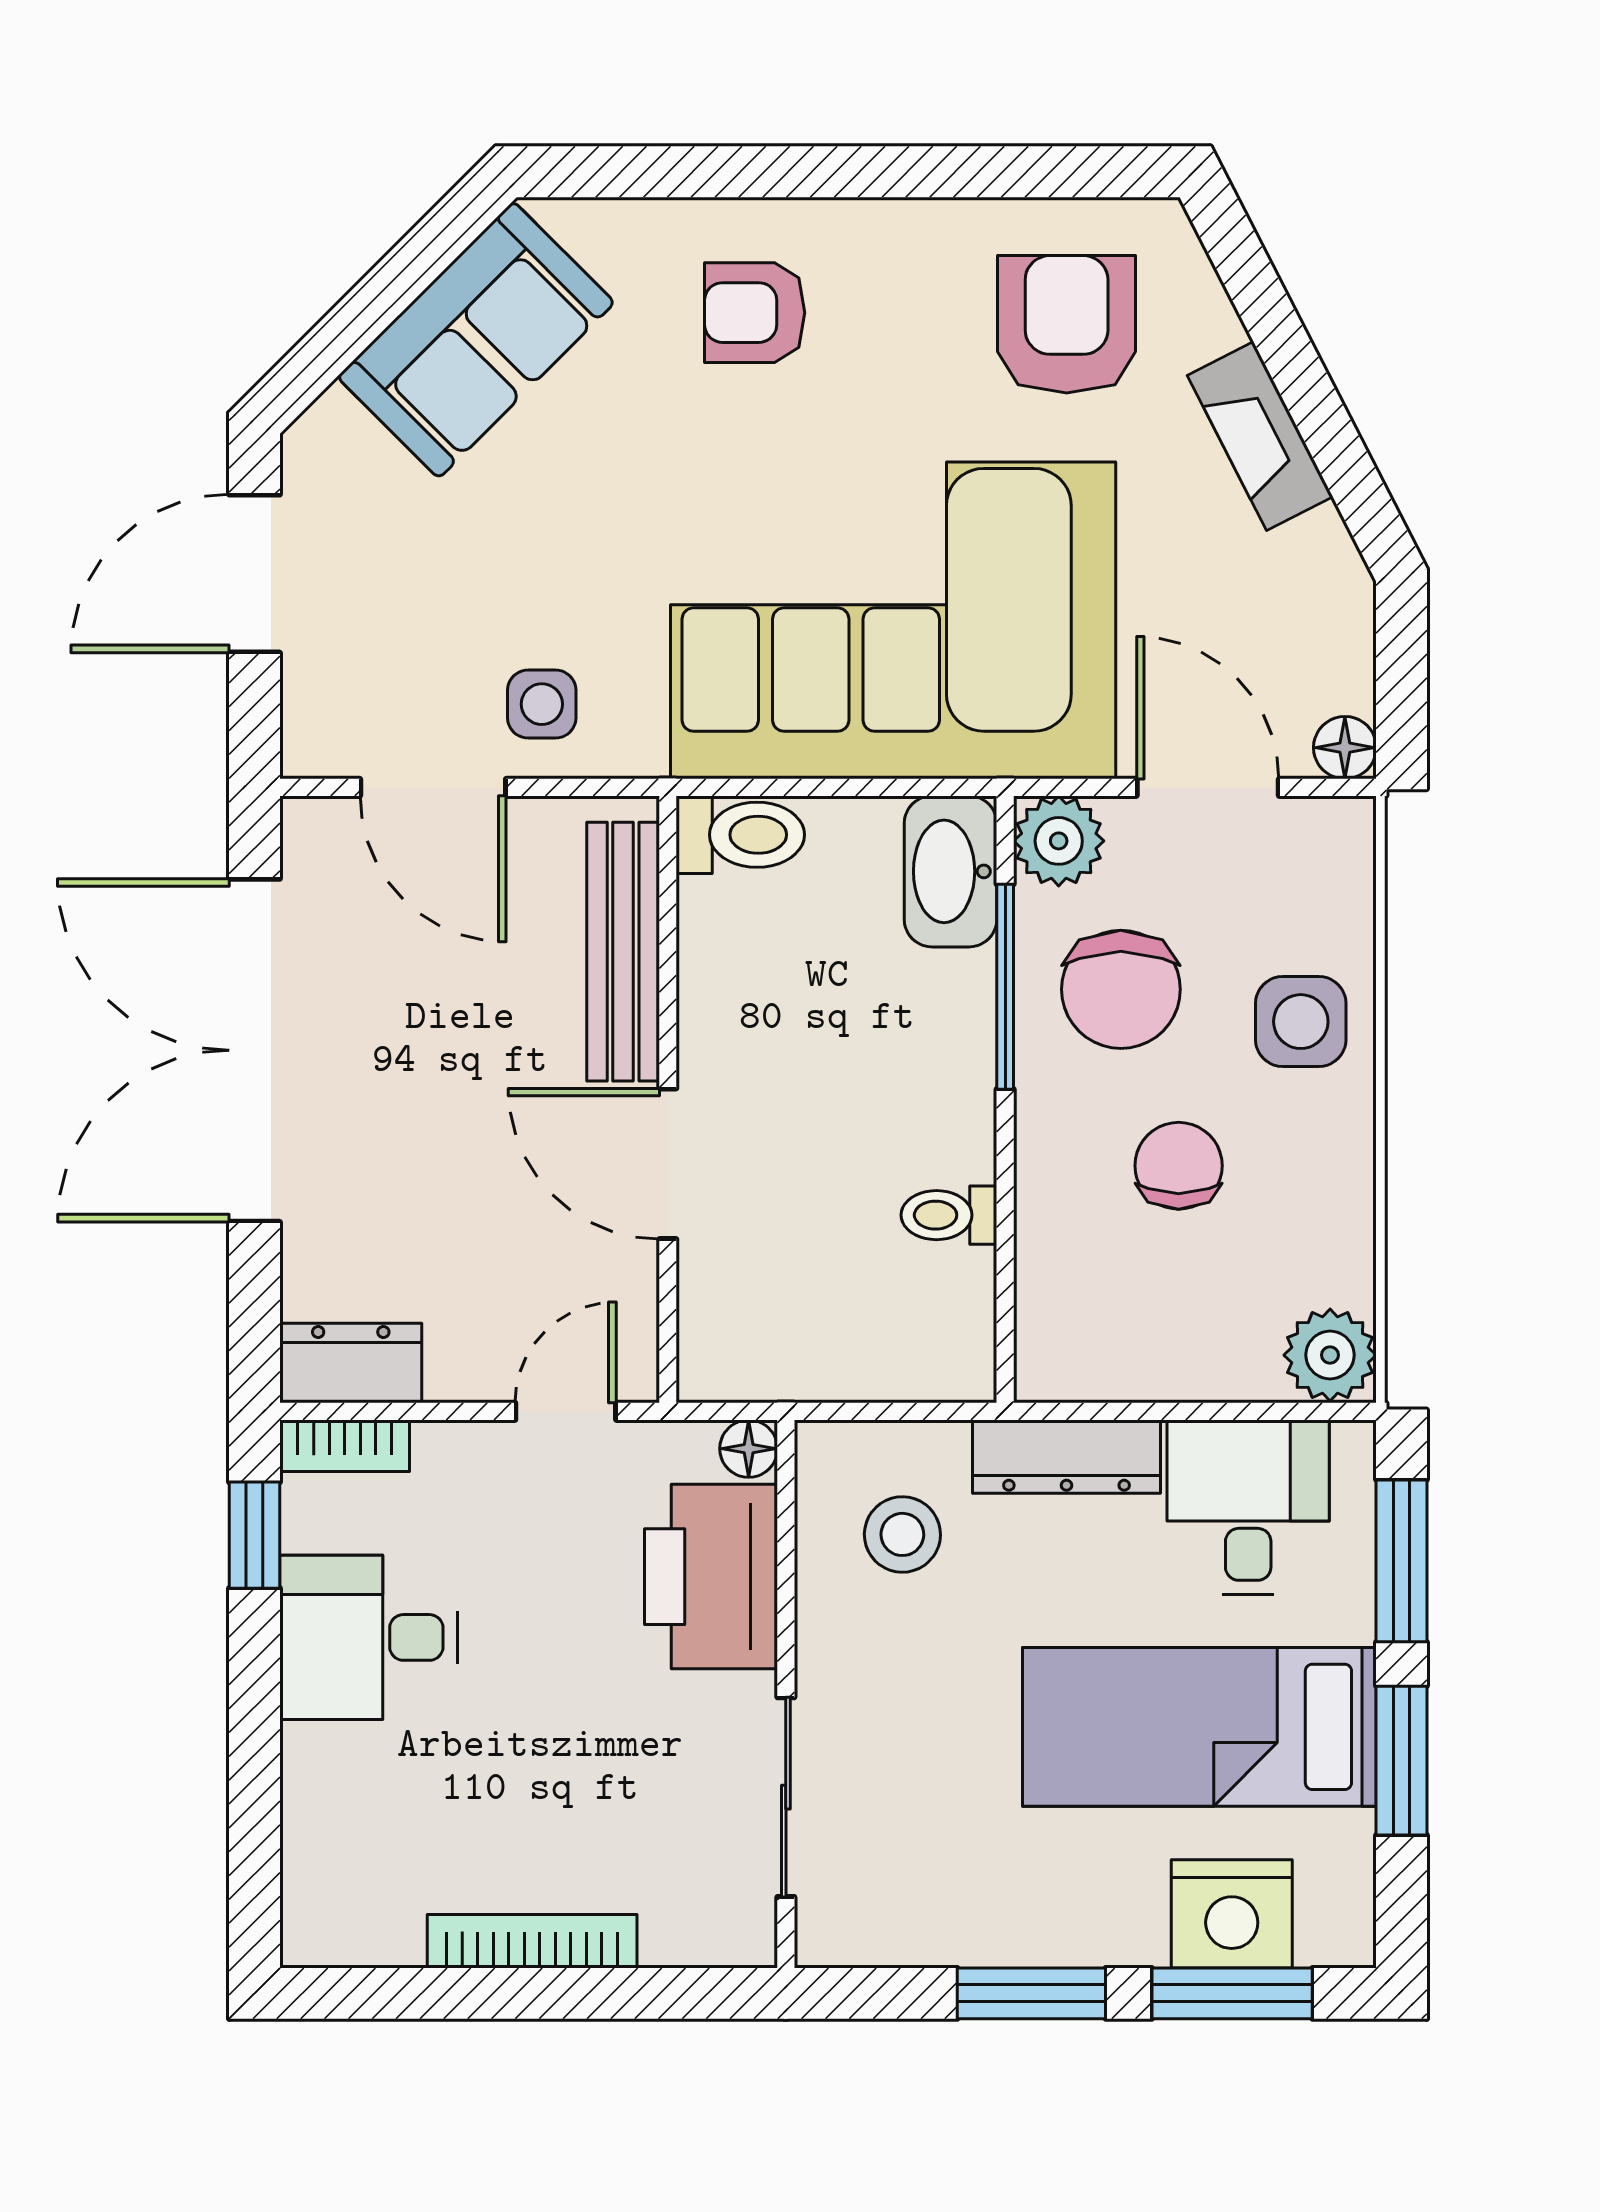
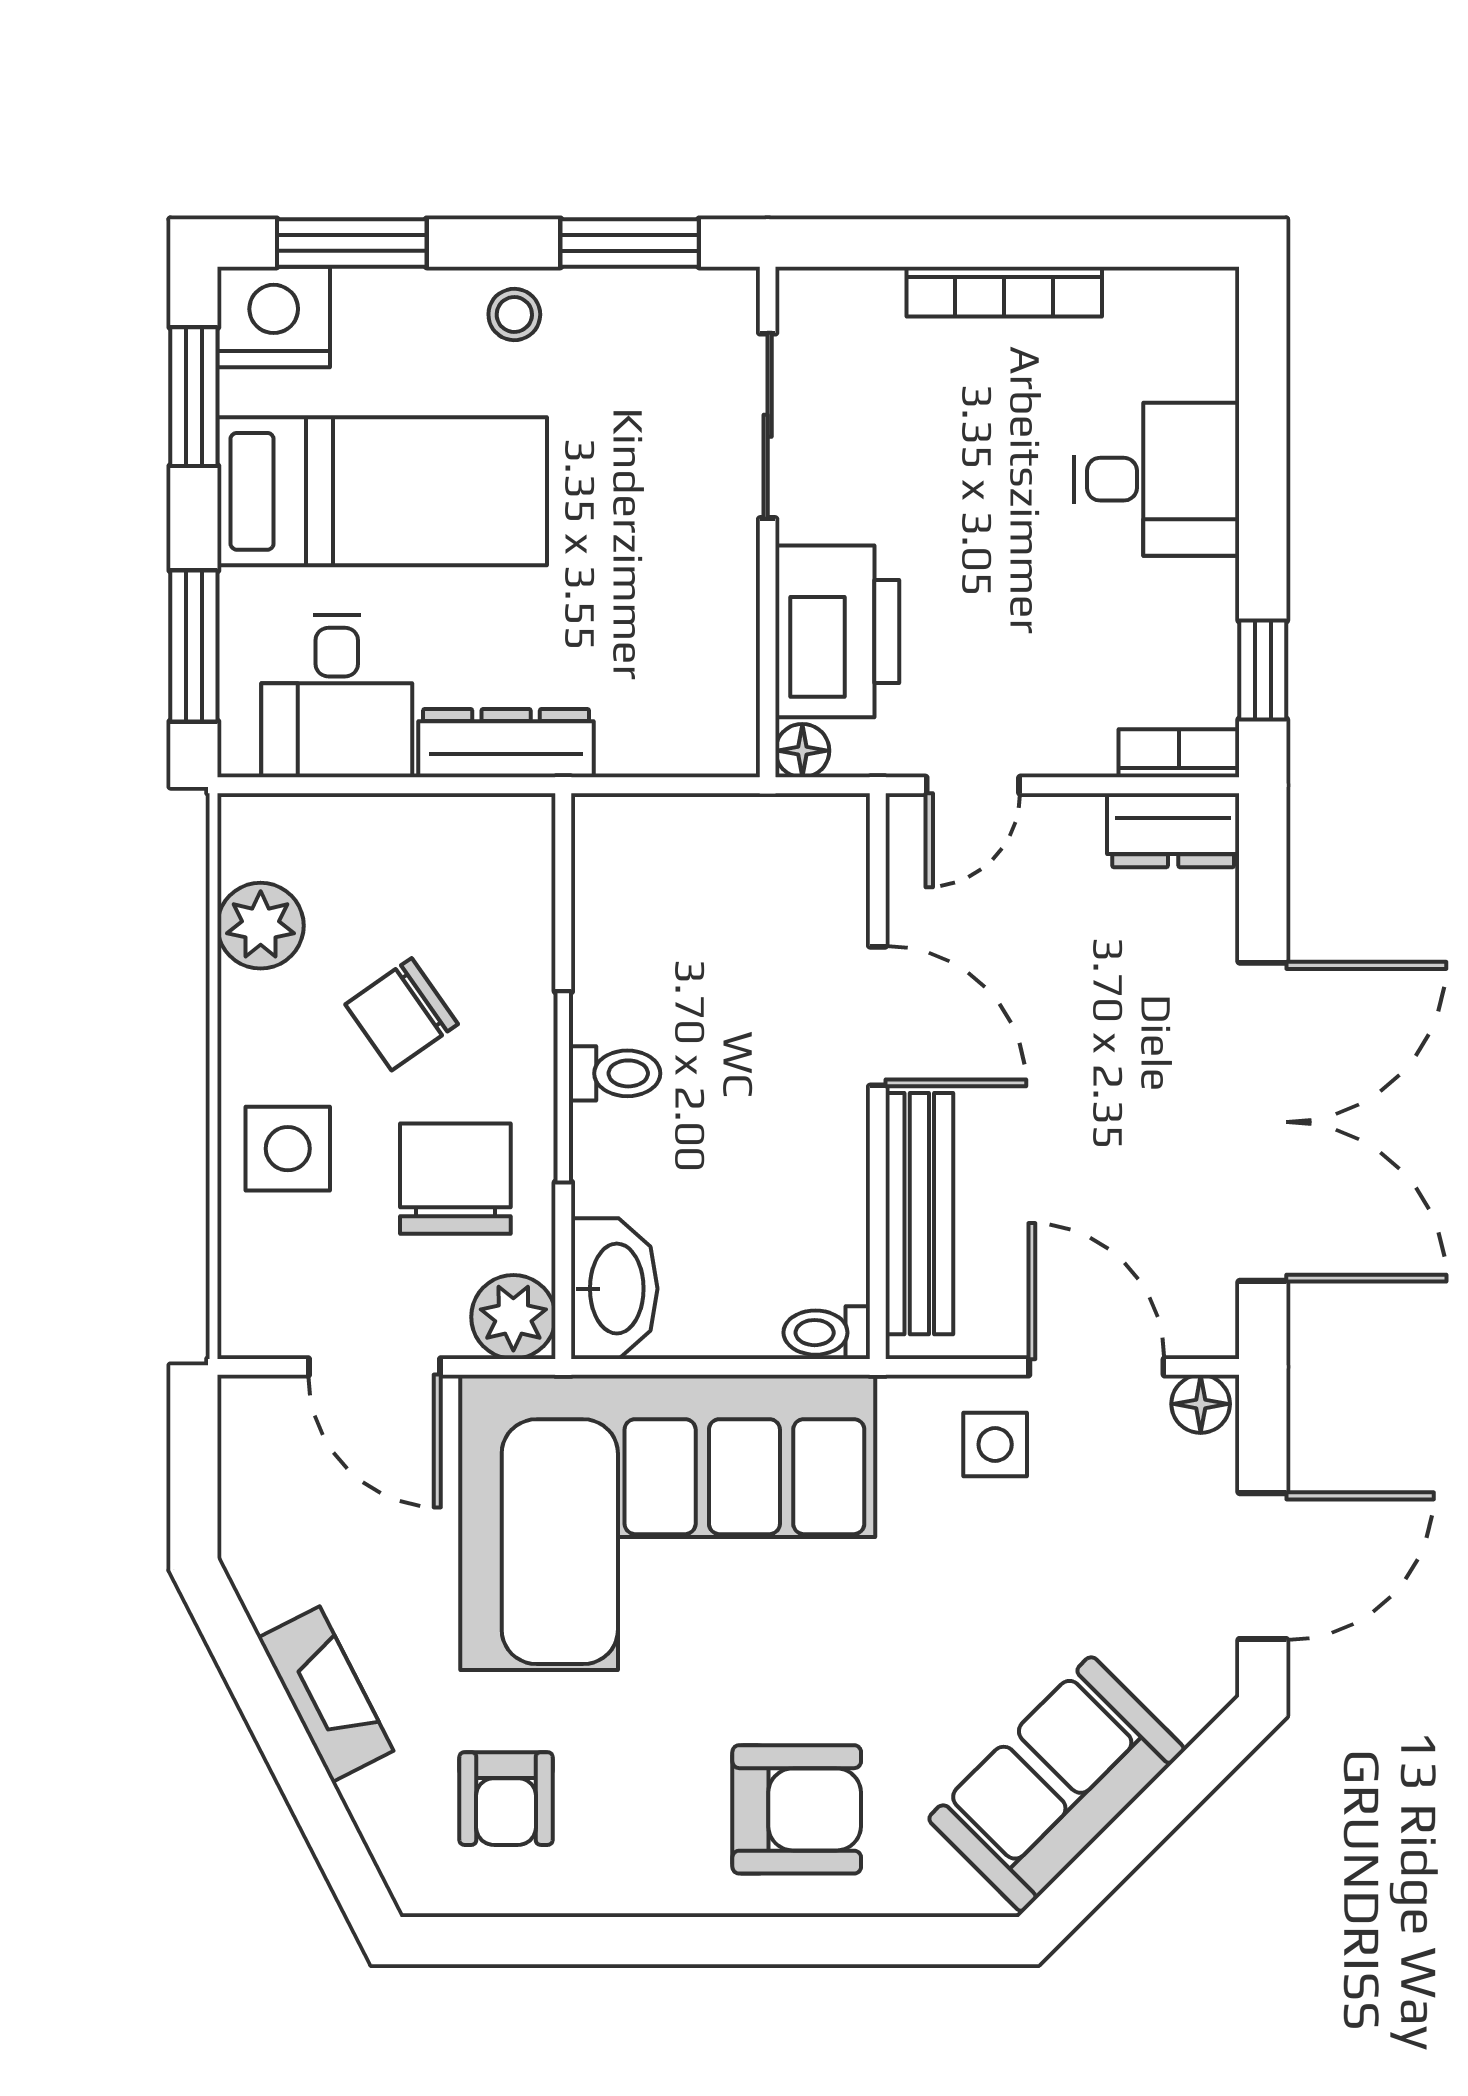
armchair: (755, 313) -> (797, 1809), width x1.38, depth x1.38
armchair: (1067, 324) -> (506, 1799), width x0.72, depth x0.72
floor lamp: (1345, 748) -> (1201, 1404), moved
toilet: (740, 835) -> (827, 1333), width x0.73, depth x0.72
window: (1005, 987) -> (563, 1087), moved
chair: (1179, 1166) -> (402, 1014), turned 55
toilet: (949, 1215) -> (616, 1073), moved
plant: (1330, 1355) -> (261, 926), moved
stool: (902, 1534) -> (514, 315), moved, width x0.73, depth x0.73
desk: (369, 1637) -> (1157, 479), moved
window: (1402, 1761) -> (194, 397), moved
nightstand: (1232, 1914) -> (274, 317), moved
window: (1031, 1993) -> (630, 243), moved

